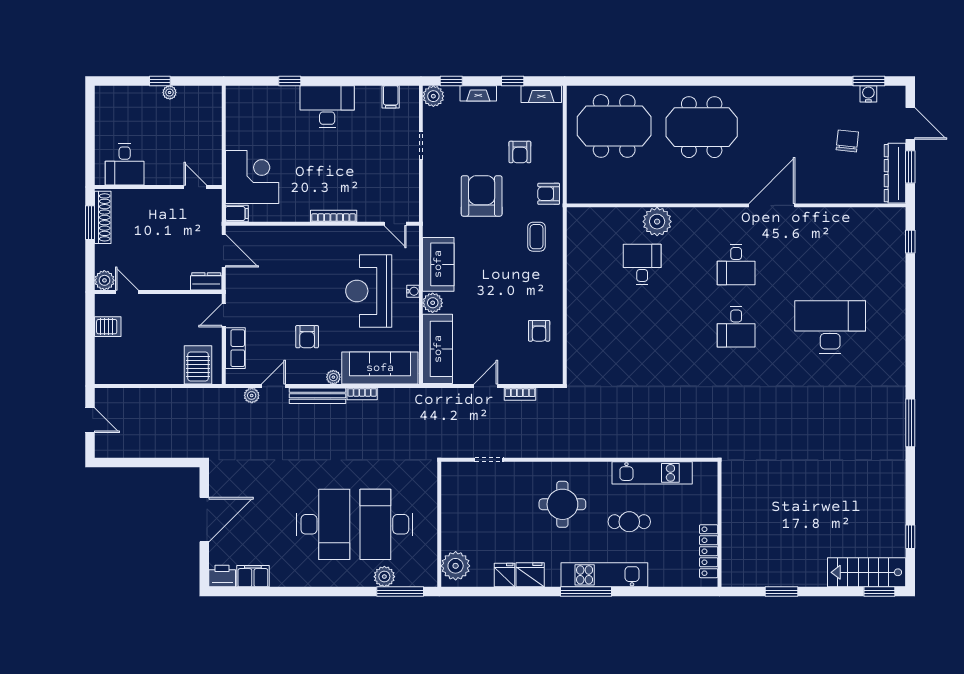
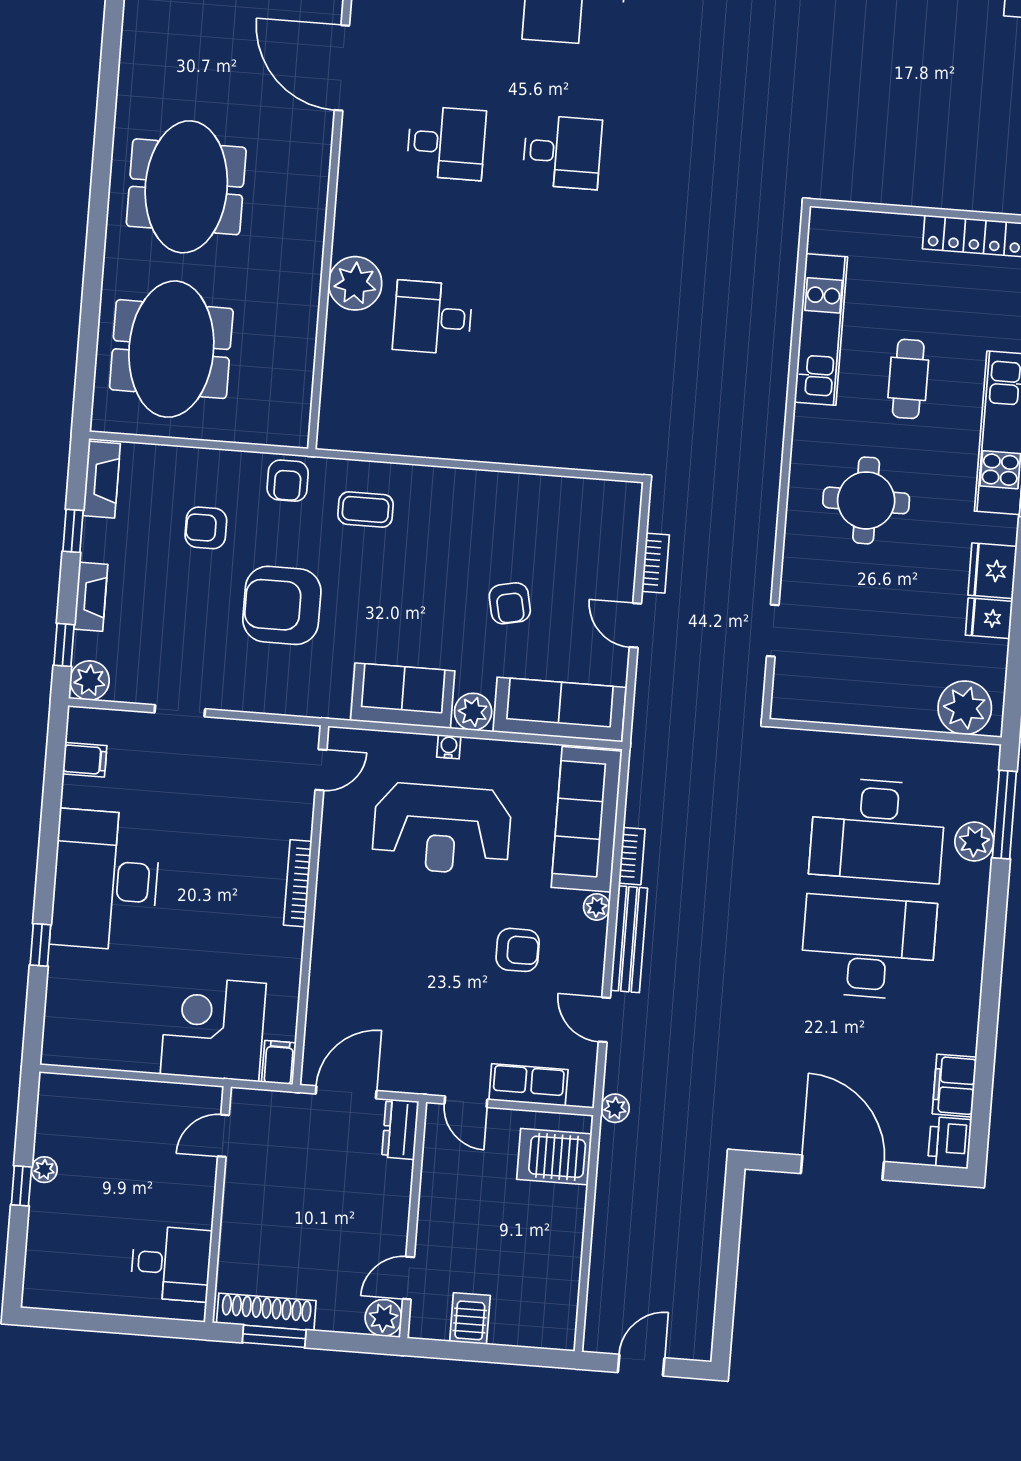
desk: (327, 107) -> (105, 880), width x1.36, depth x1.30
armchair: (520, 152) -> (206, 528), turned 180
armchair: (539, 331) -> (510, 603), moved, turned 78
plant: (252, 395) -> (615, 1108), moved

